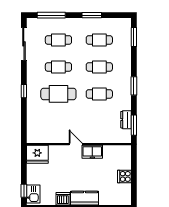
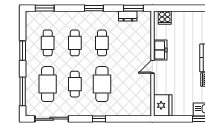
cafe table: (58, 40) -> (48, 84), width x1.37, depth x1.35
cooker: (124, 176) -> (165, 18), moved

